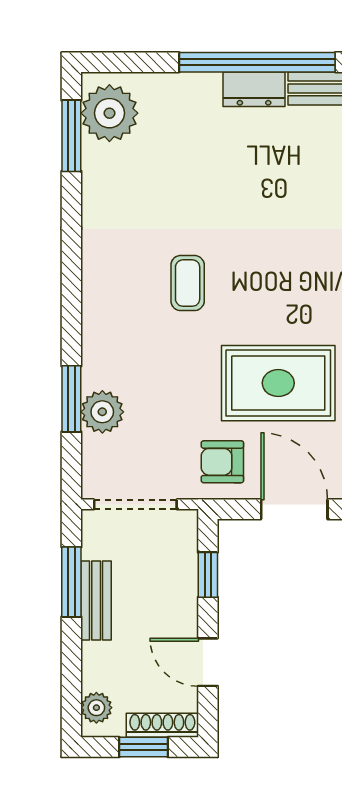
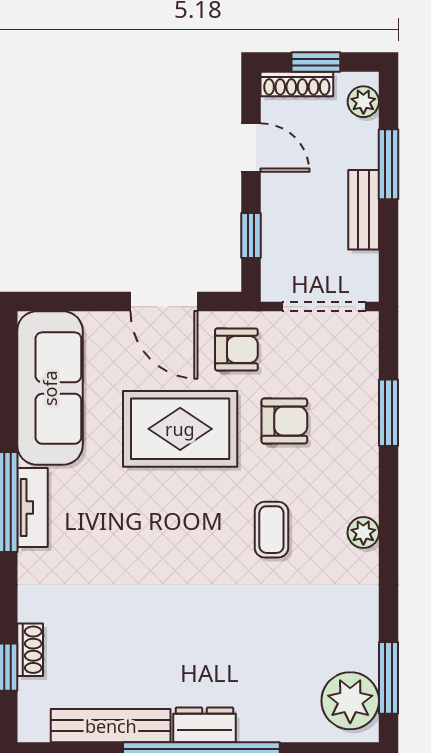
armchair: (175, 391) -> (284, 421), added
plant: (102, 412) -> (363, 533), moved, width x0.73, depth x0.73
window: (71, 582) -> (389, 164), moved

